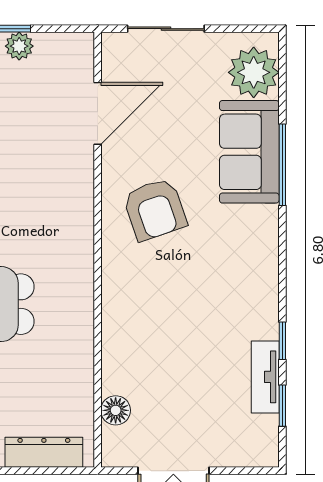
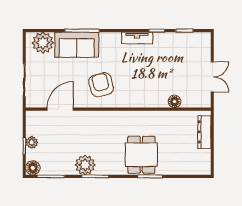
door: (98, 113) -> (60, 109), hinge flipped
armchair: (155, 209) -> (101, 85), turned -86
tv unit: (265, 377) -> (137, 38), moved
floor lamp: (116, 410) -> (175, 101), moved

